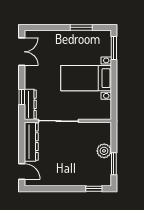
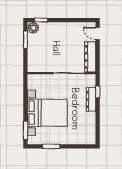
double door: (22, 52) -> (98, 127), removed
bed with nightstands: (86, 78) -> (47, 113), width x1.36
dresser: (30, 104) -> (91, 99), moved
plant: (104, 151) -> (33, 28), moved

